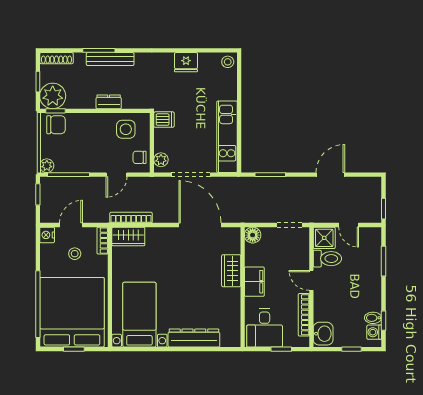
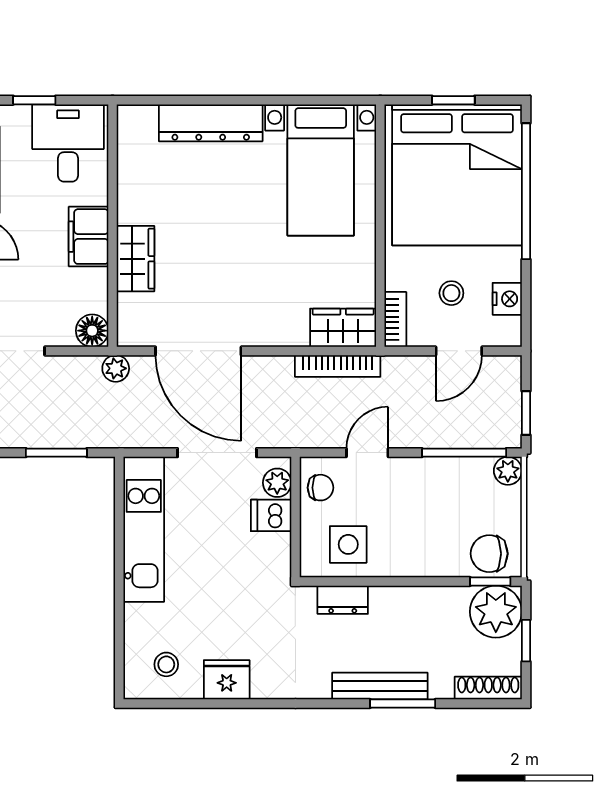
stool: (228, 62) -> (166, 664), moved
dresser: (109, 102) -> (343, 600), moved
dishwasher: (164, 120) -> (271, 515), moved
plant: (241, 216) -> (116, 368), added
nightstand: (47, 235) -> (507, 299), moved

